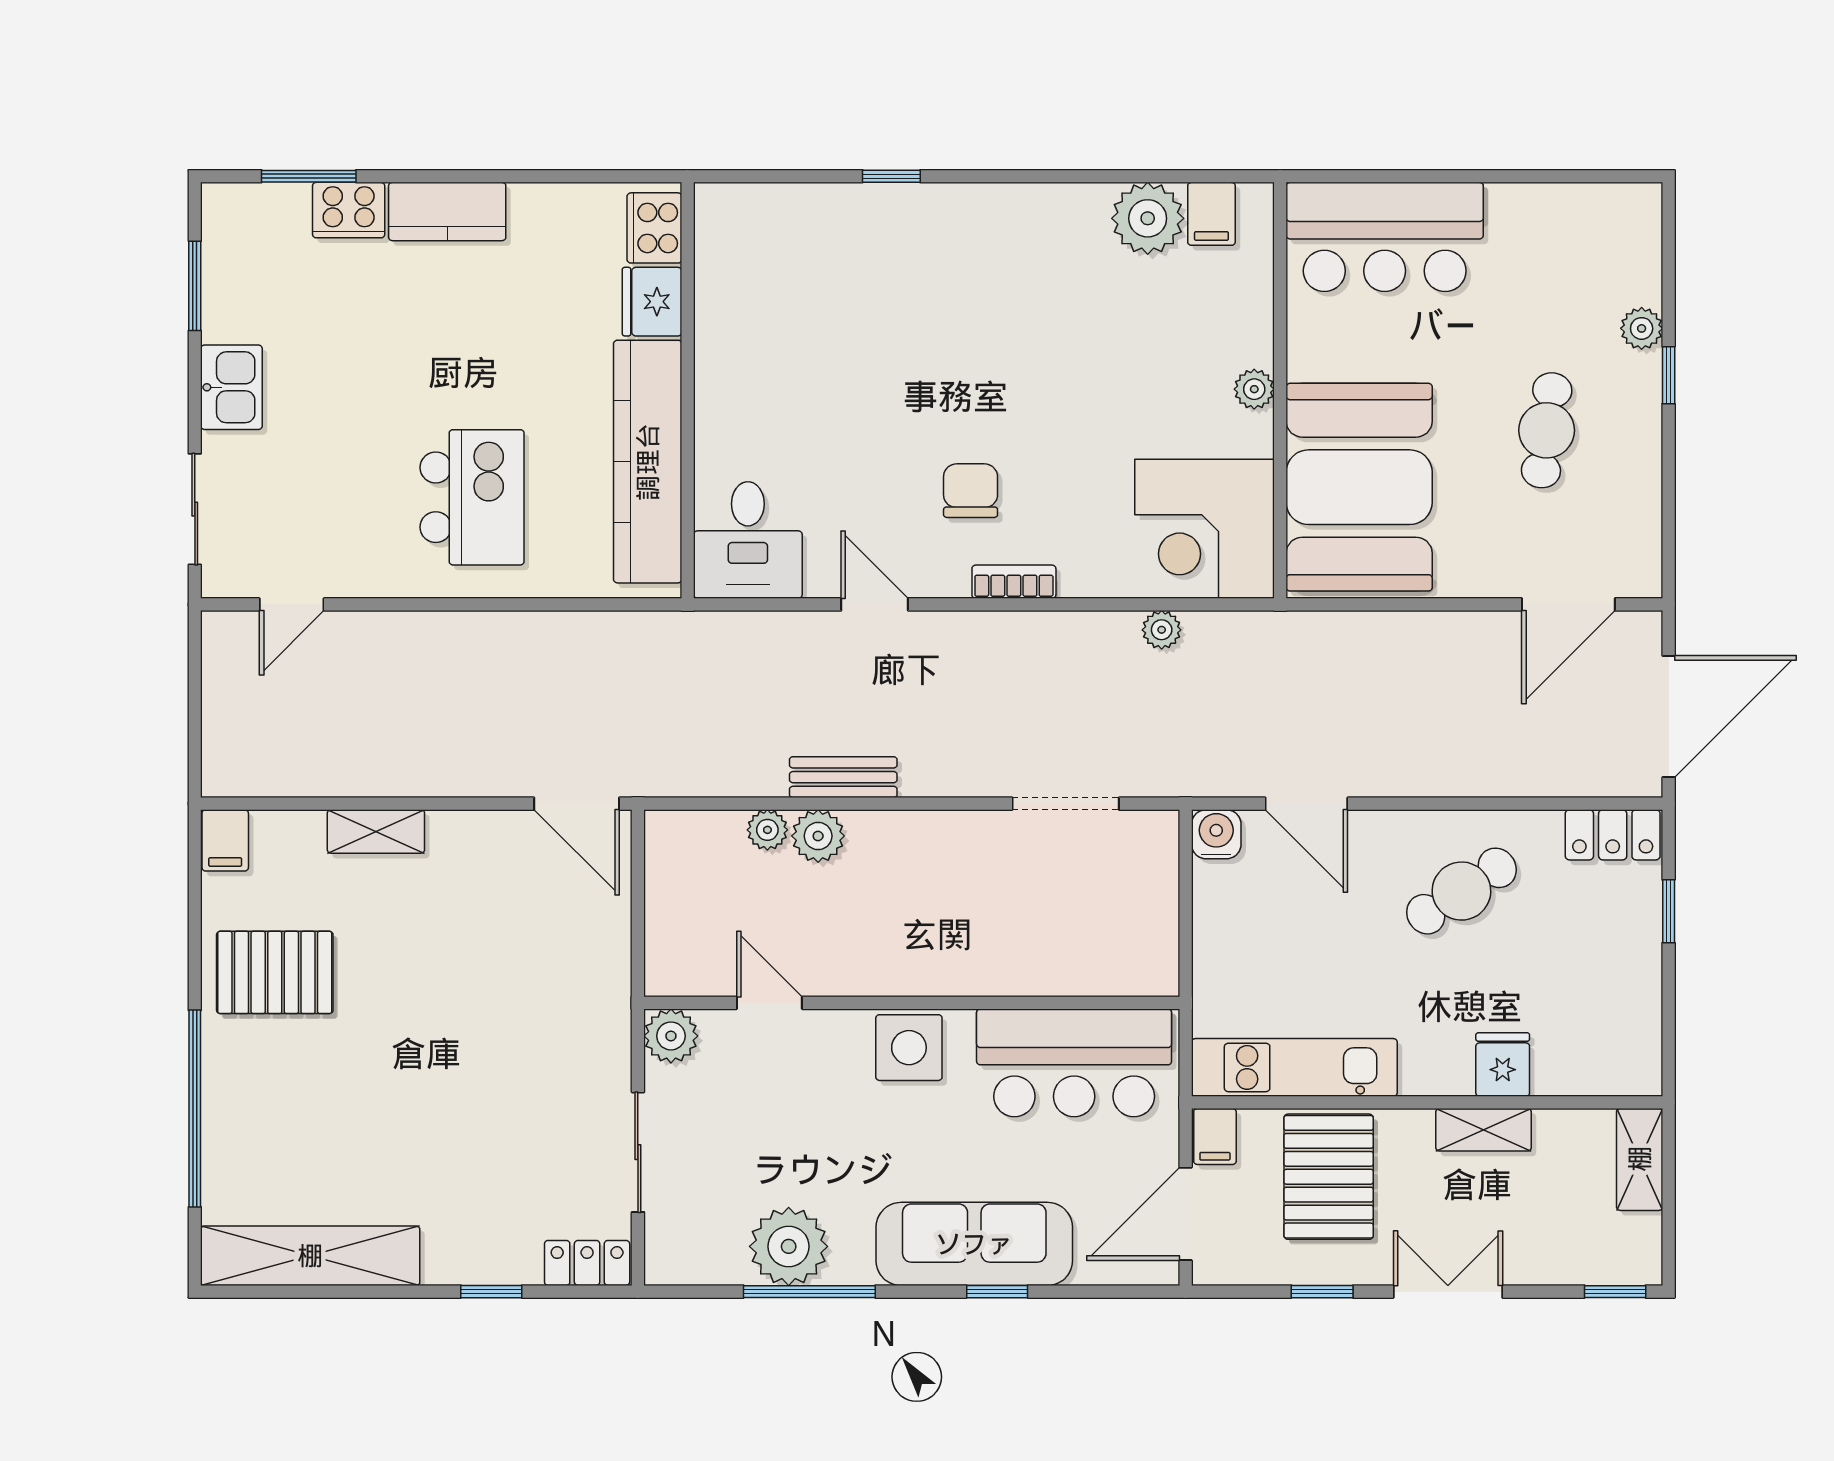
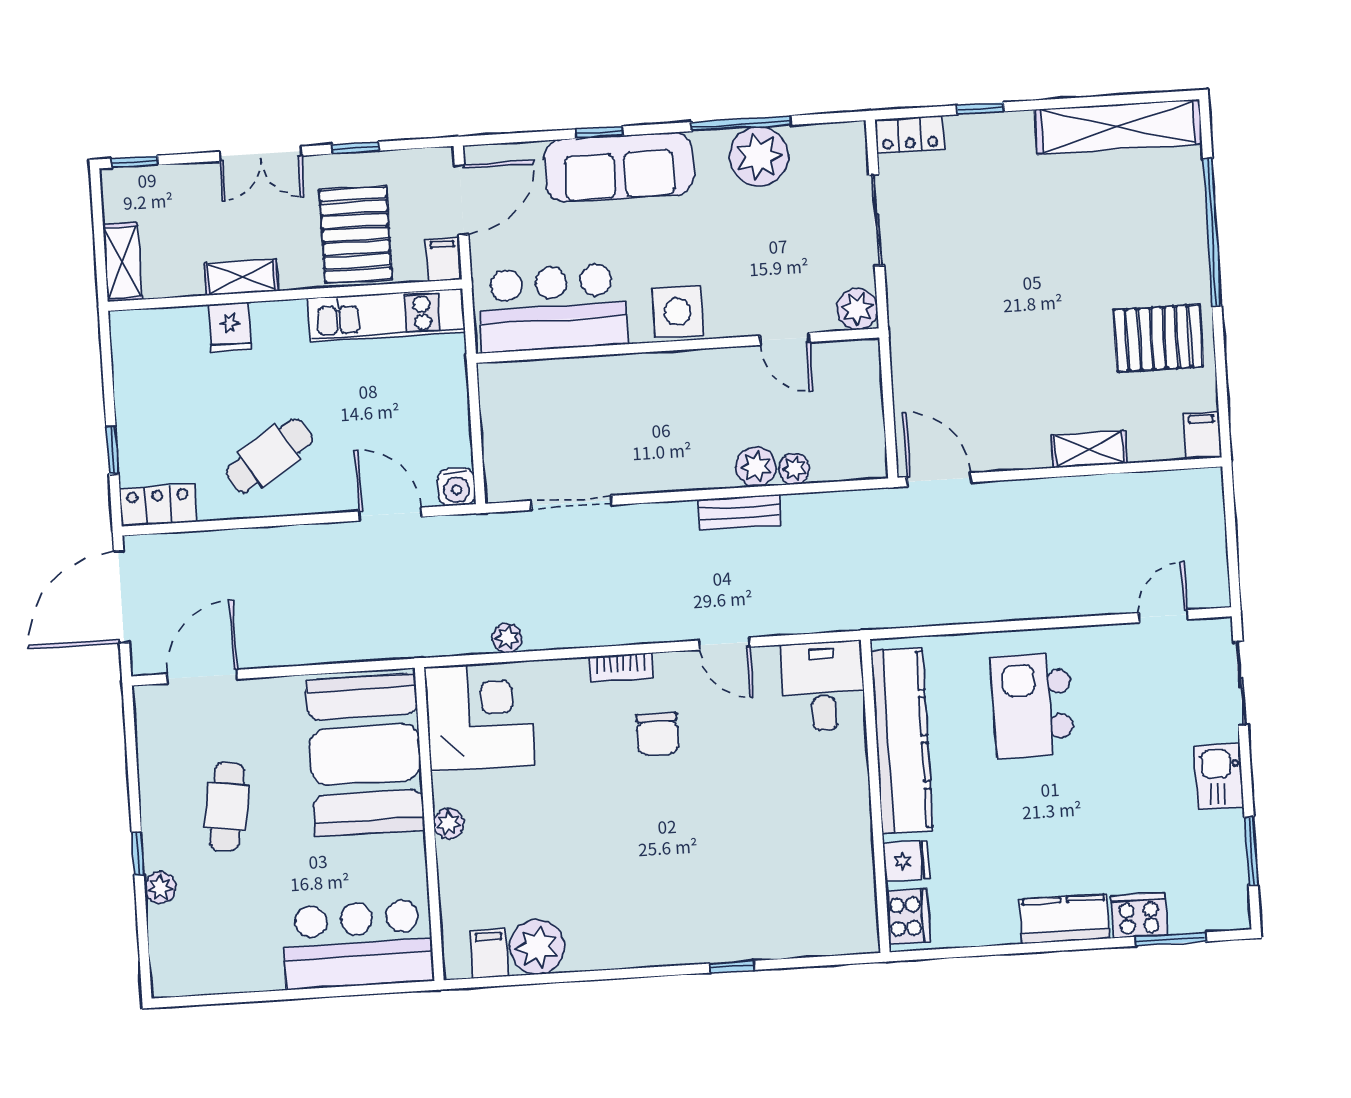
fridge: (652, 302) -> (906, 861), width x0.72

